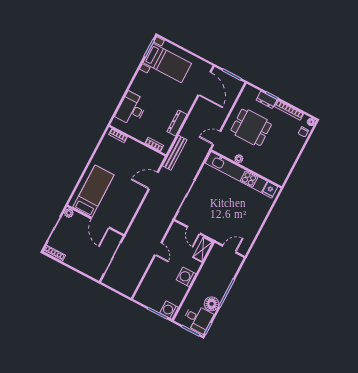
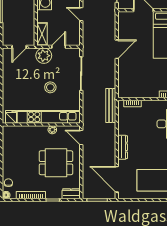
dresser: (267, 100) -> (71, 194), moved
dresser: (177, 123) -> (123, 147), moved
door: (217, 138) -> (81, 138), swing flipped
door: (153, 181) -> (117, 49), moved
stool: (220, 198) -> (50, 87), added
plant: (211, 229) -> (44, 56), added
door: (194, 230) -> (59, 47), hinge flipped

